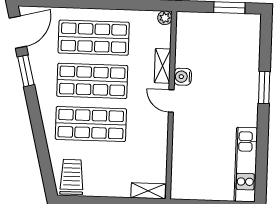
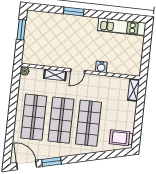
water cooler: (183, 77) -> (101, 67), moved

